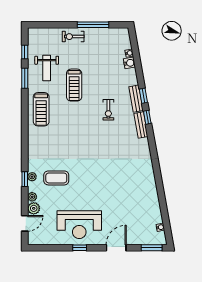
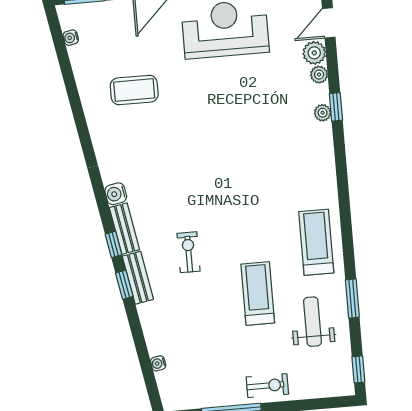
window: (25, 52) -> (358, 369), moved
water cooler: (129, 63) -> (116, 194), moved
coffee table: (56, 178) -> (134, 90), moved

